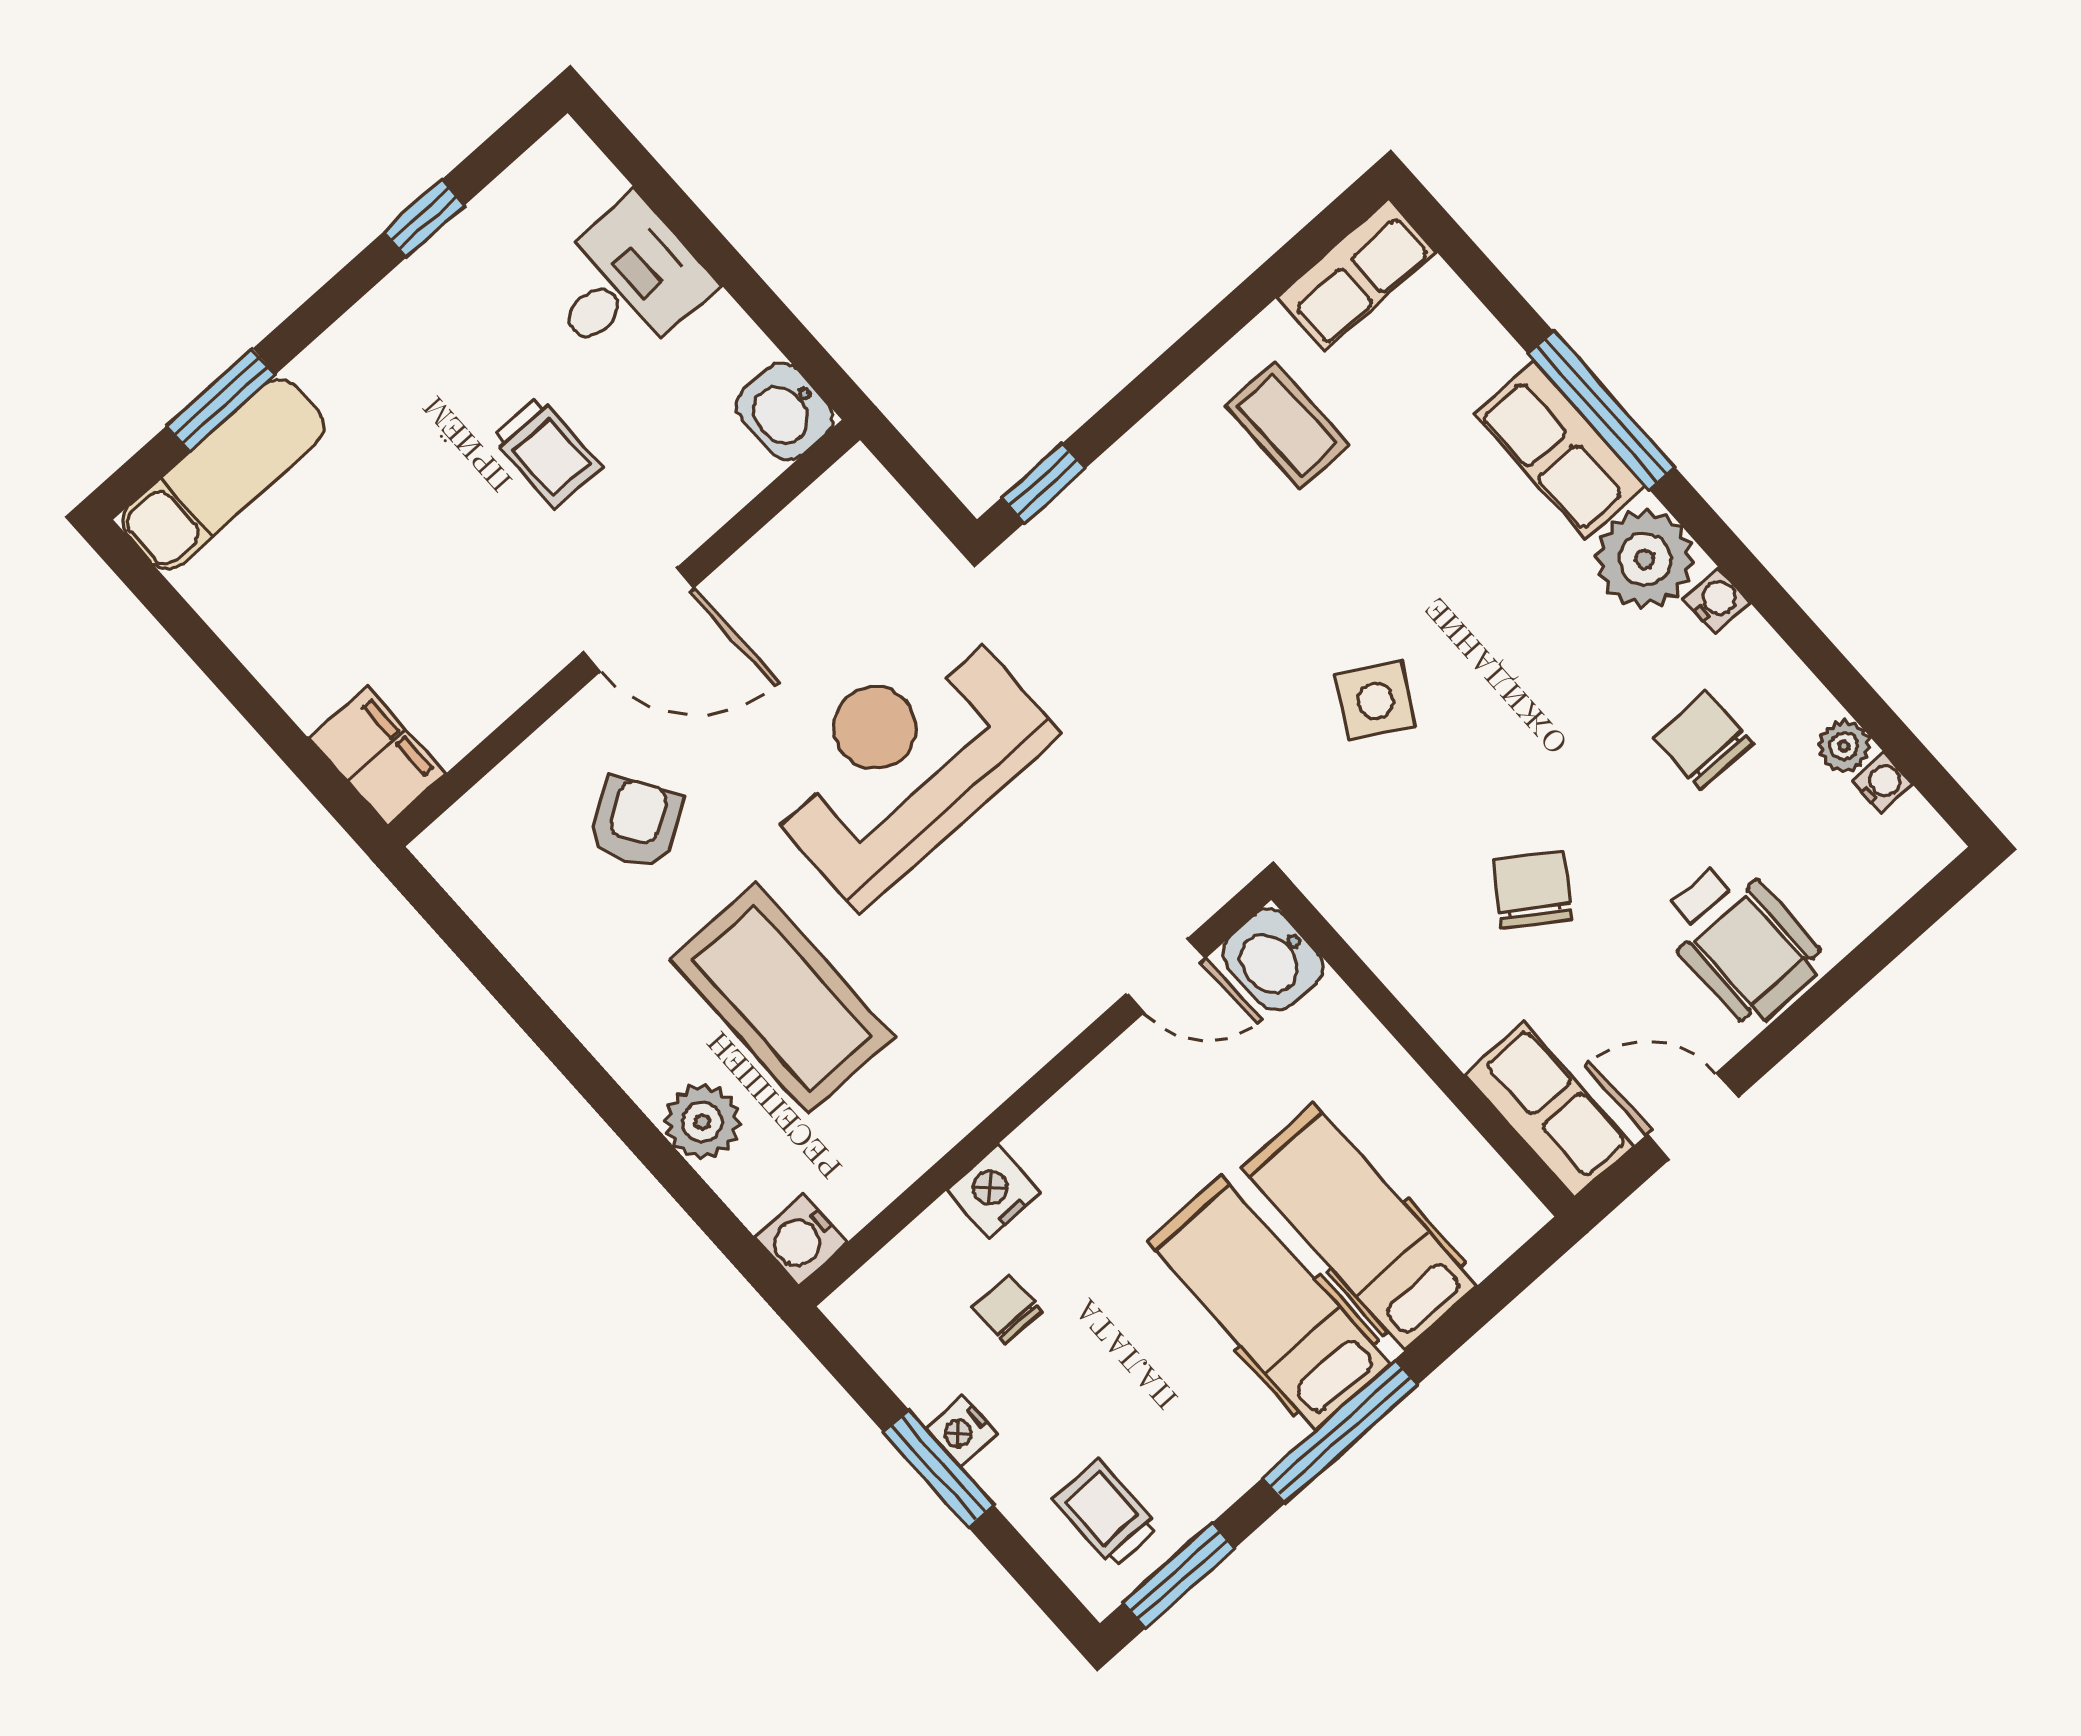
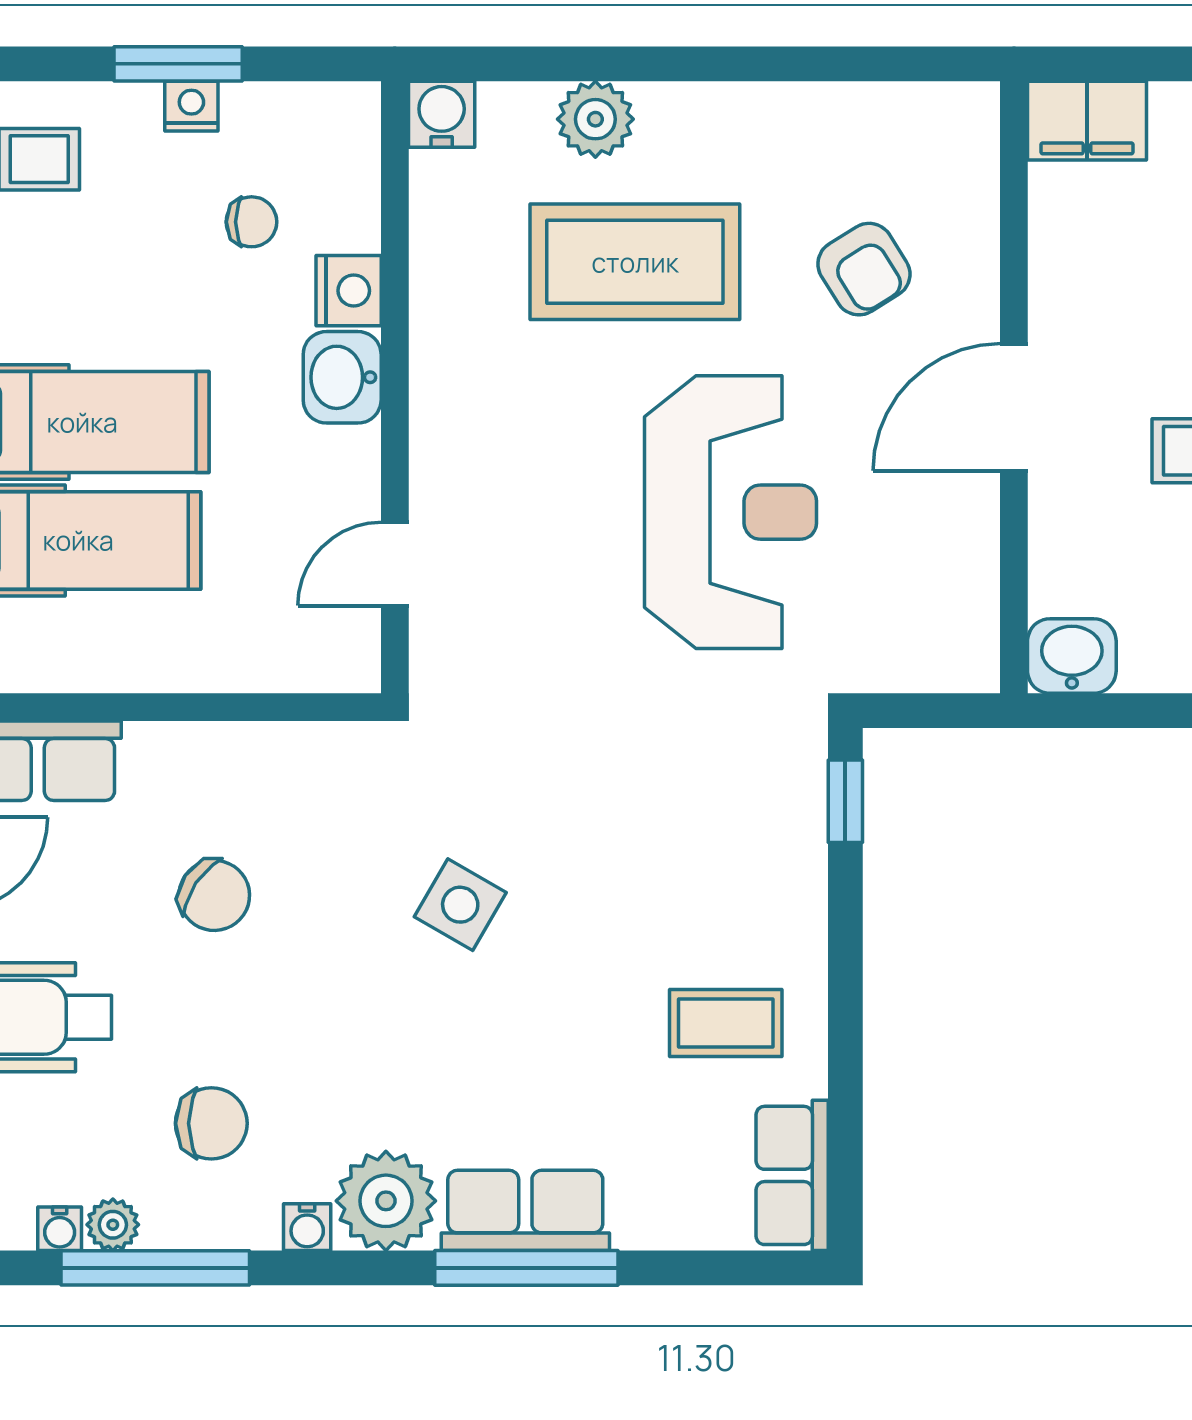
window: (1848, 686) -> (155, 1268), added
washbasin: (1273, 960) -> (342, 377), moved, turned -90

